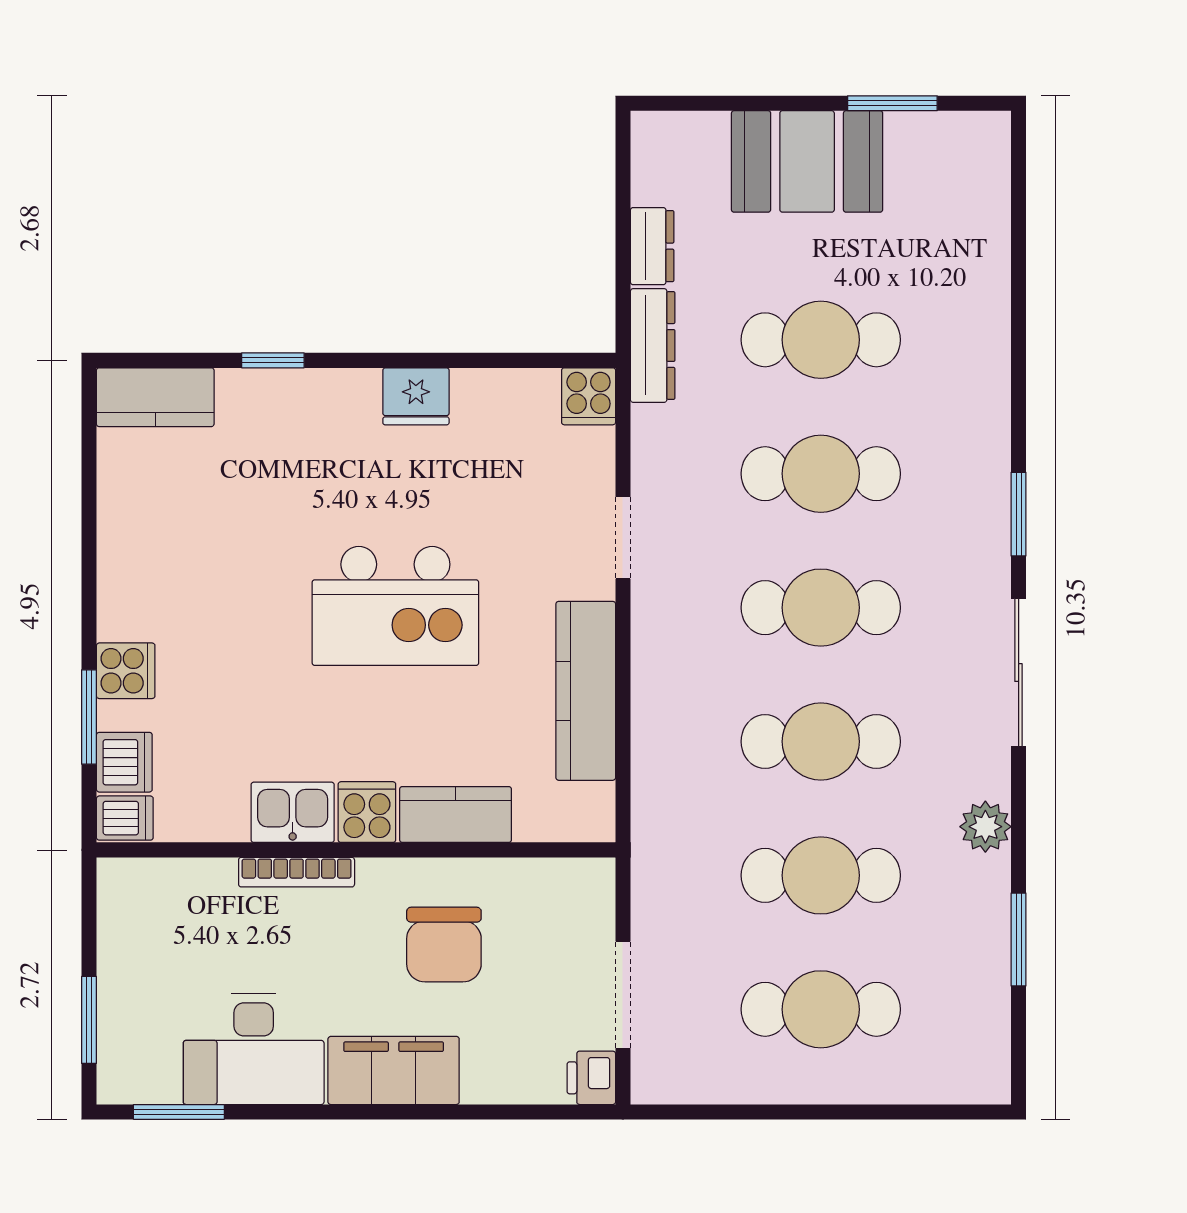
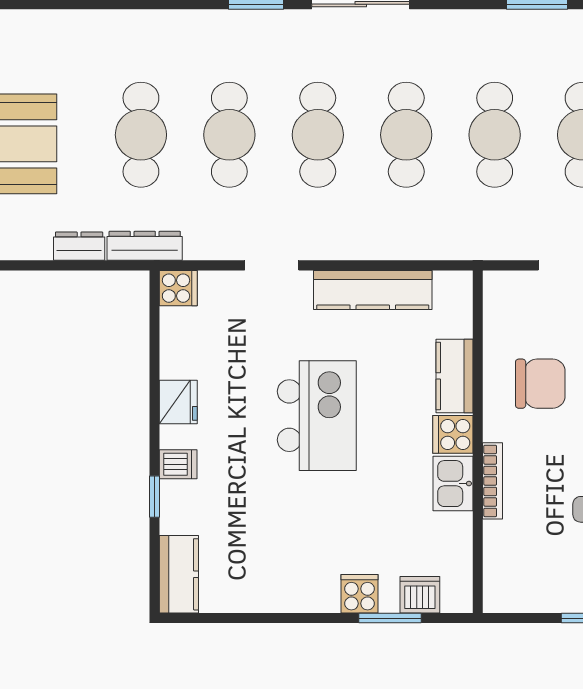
dishwasher: (125, 818) -> (178, 464), moved, turned 90
plant: (985, 827) -> (462, 26), removed

